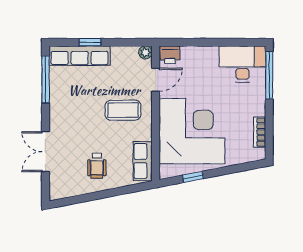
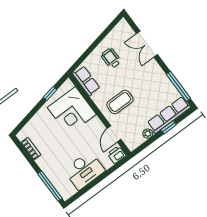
plant: (145, 52) -> (148, 134), moved
desk: (242, 64) -> (84, 170), moved
corner desk: (192, 131) -> (72, 111), width x0.74, depth x0.74
double door: (46, 152) -> (147, 44), swing flipped

